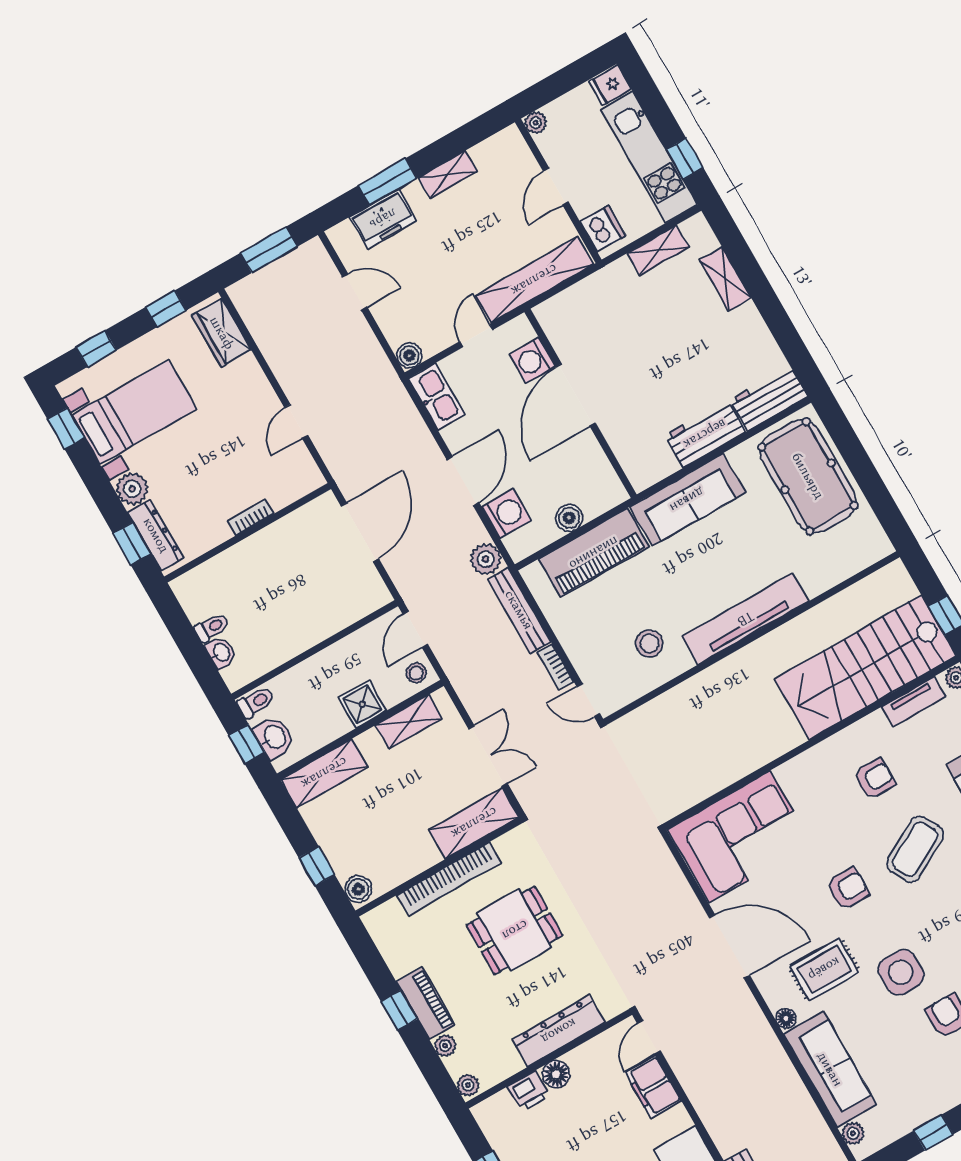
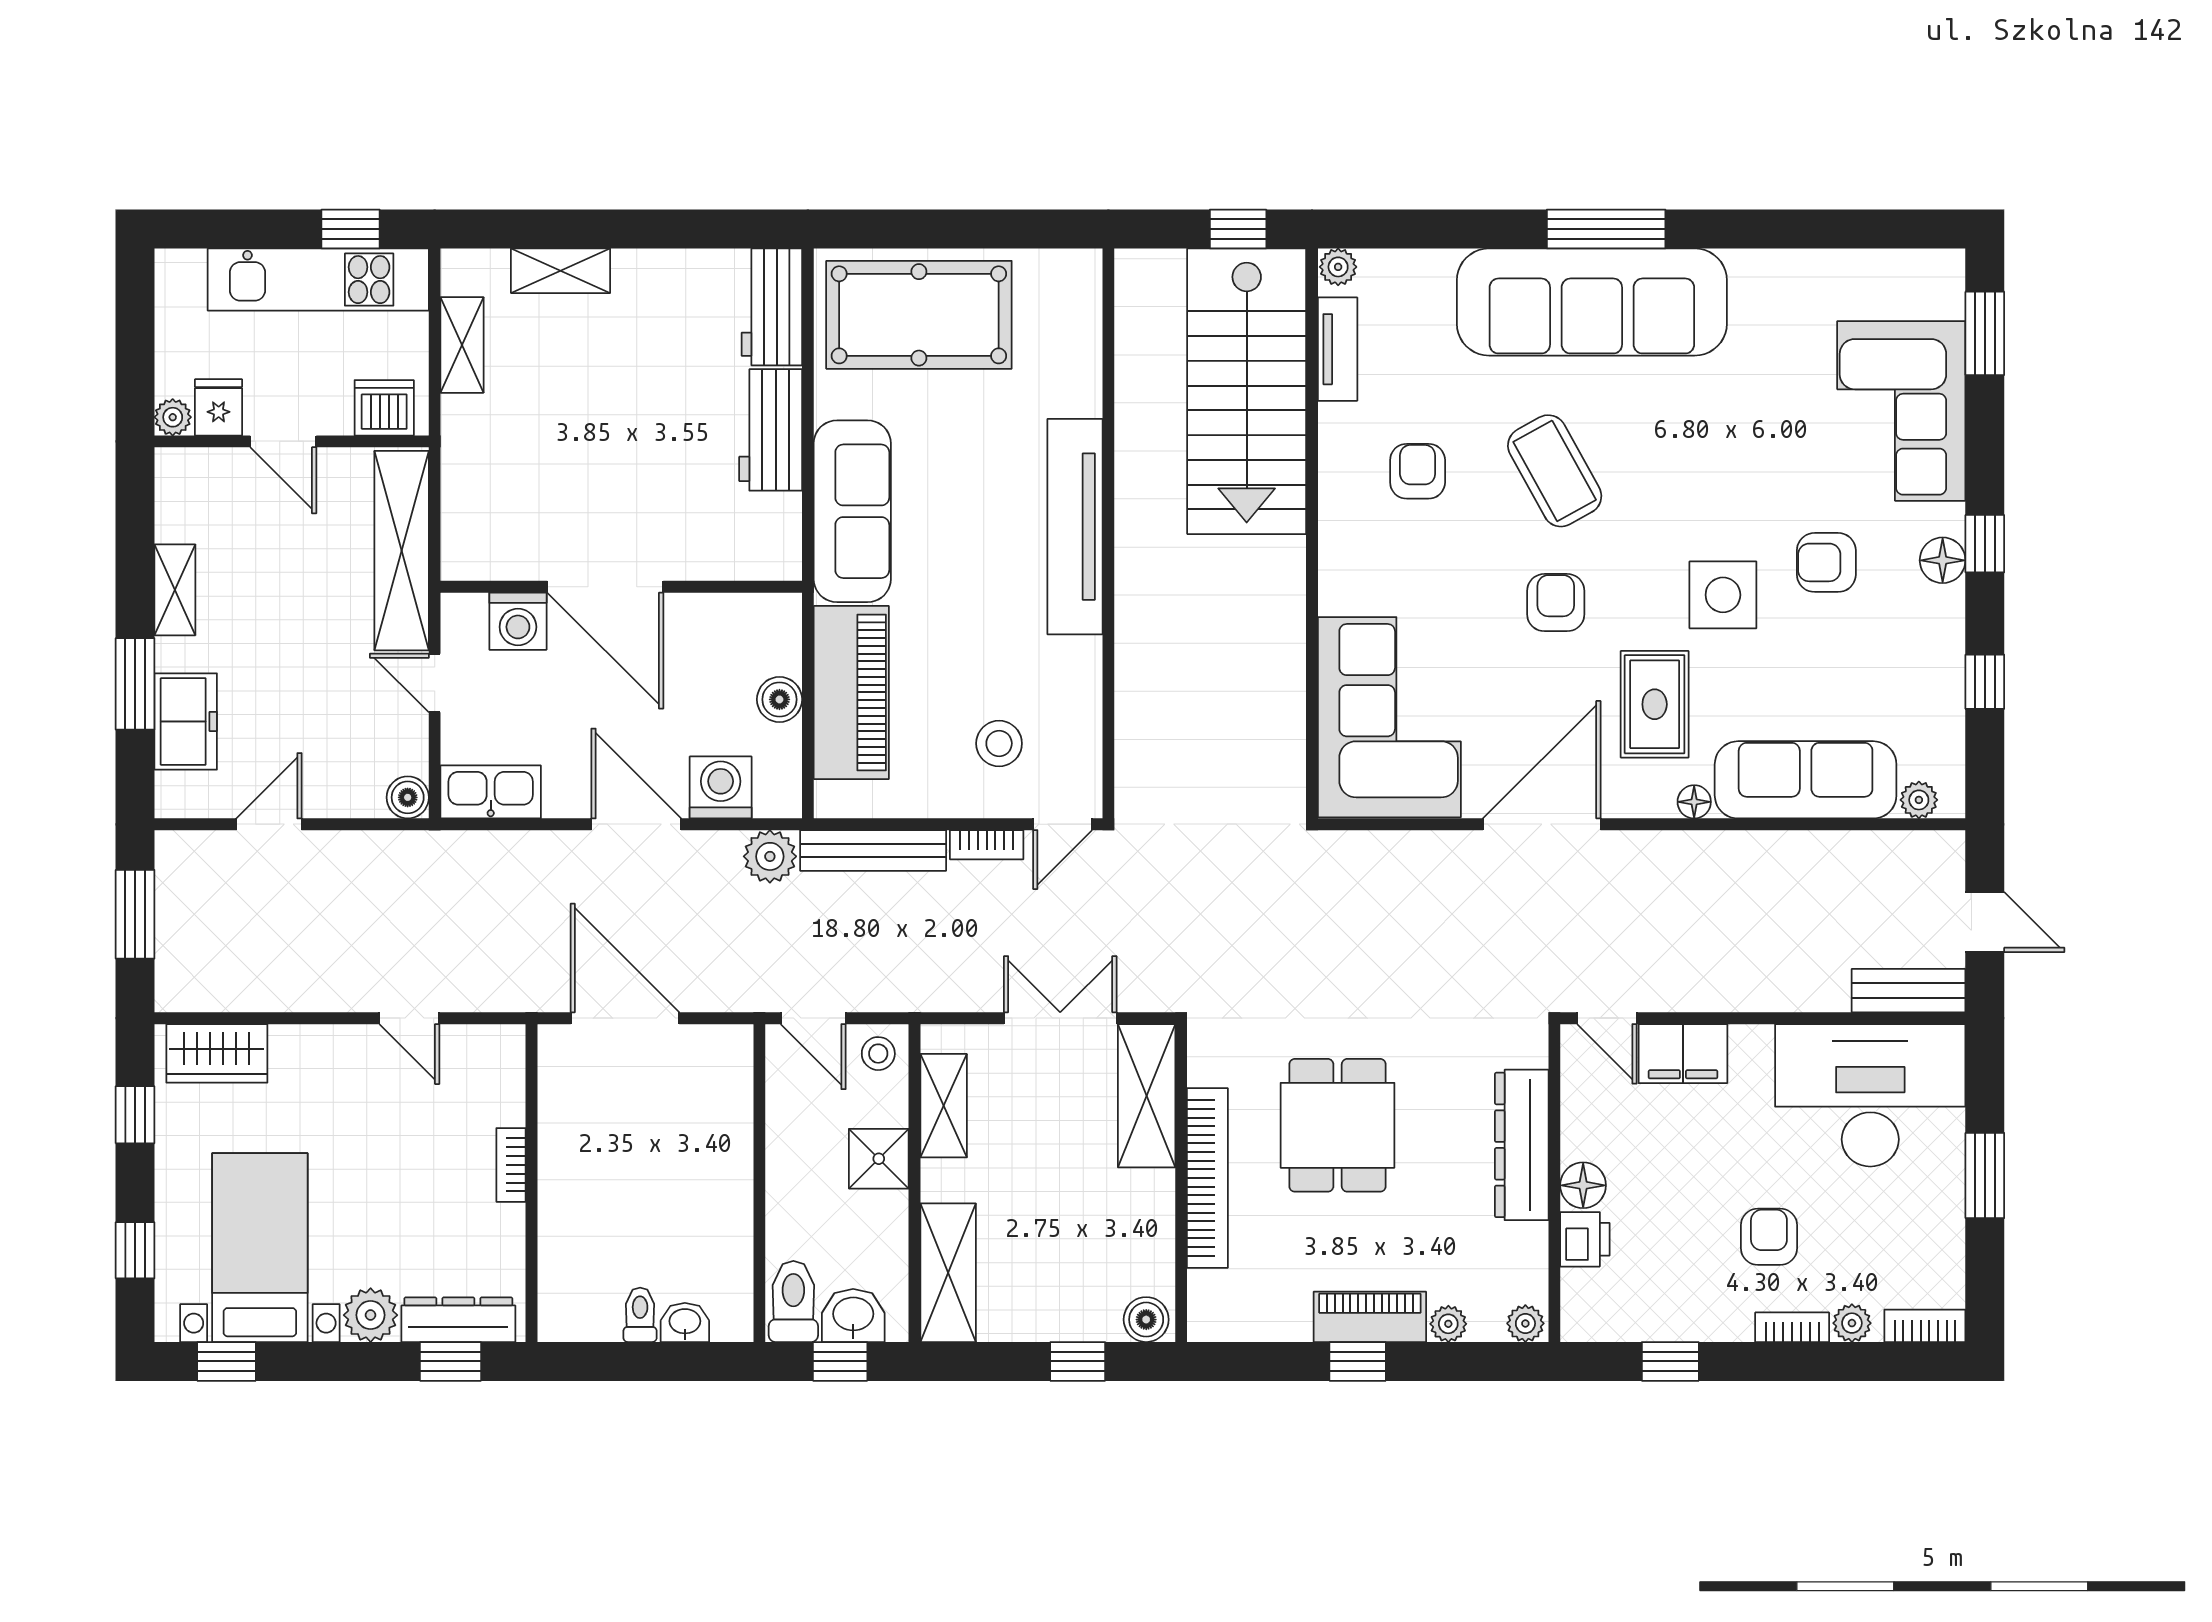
fridge: (610, 85) -> (219, 407), moved, turned 180
stool: (649, 643) -> (999, 743), moved
toilet: (256, 702) -> (793, 1301), width x1.37, depth x1.39

